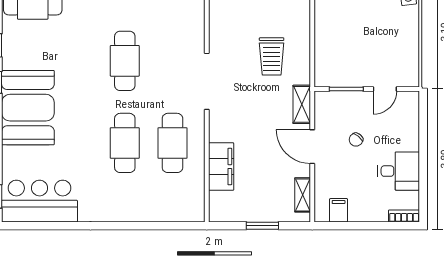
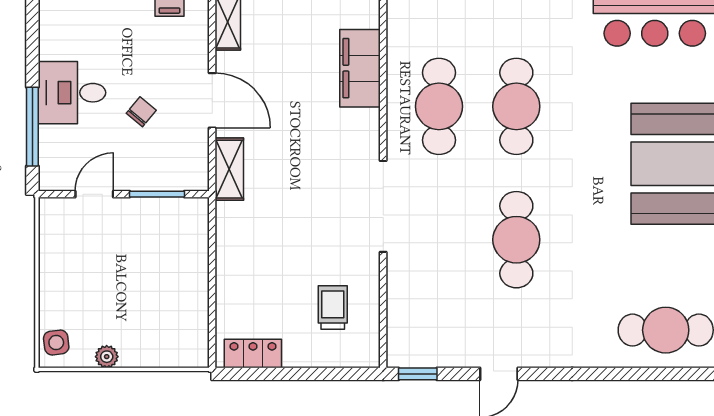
trolley: (272, 56) -> (333, 308), moved, width x0.73, depth x0.72
window: (423, 131) -> (32, 127), added
desk: (399, 171) -> (72, 93), moved

